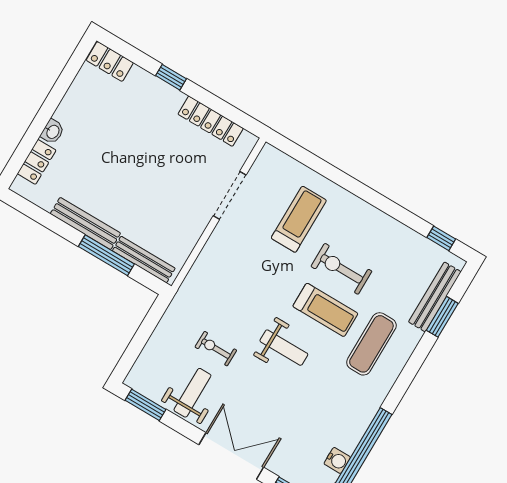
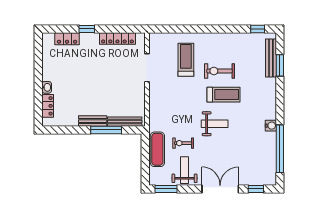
locker: (110, 61) -> (67, 39), moved
bench: (85, 223) -> (93, 121), width x0.73
exercise mat: (371, 344) -> (157, 149), moved
water cooler: (337, 460) -> (271, 126), moved

